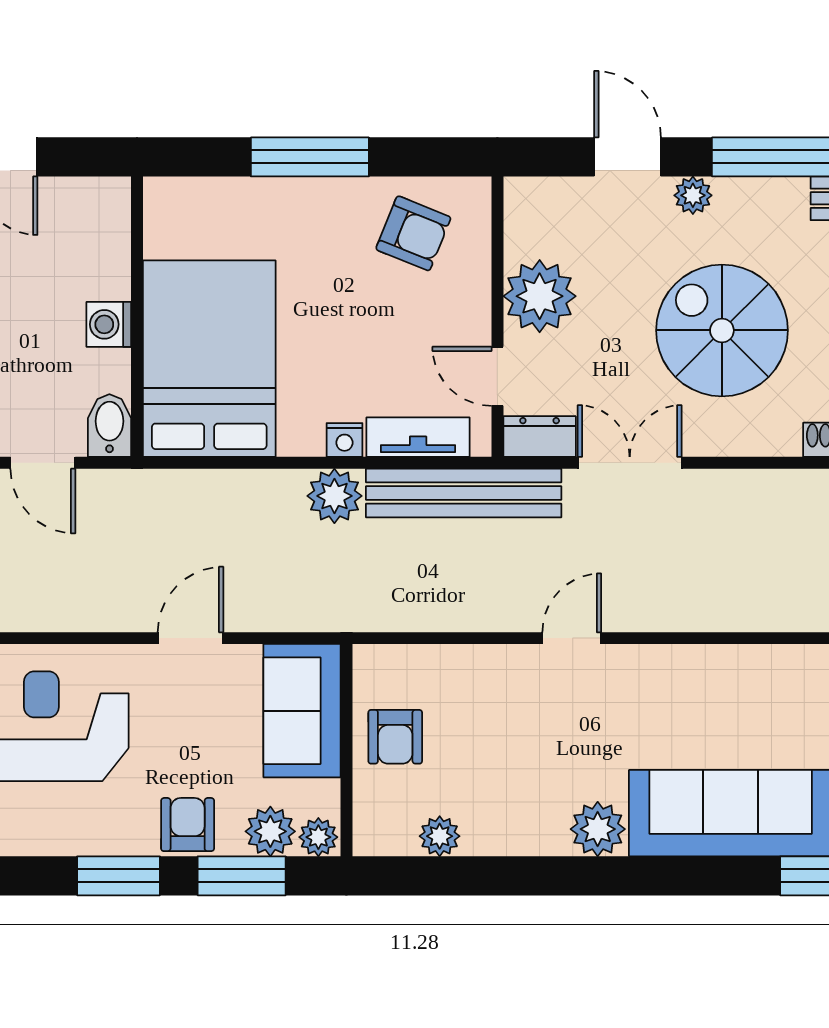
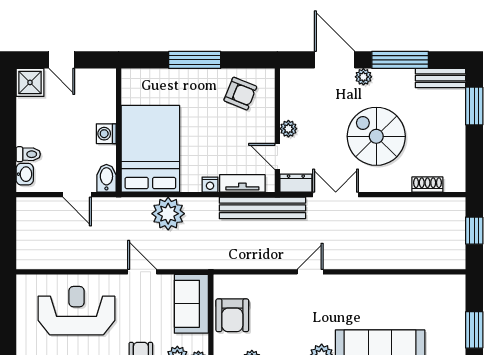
door: (627, 157) -> (335, 60), width x1.38
plant: (540, 296) -> (288, 129), width x0.53, depth x0.53
plant: (334, 496) -> (168, 214), moved, width x1.36, depth x1.36
door: (191, 638) -> (142, 272), hinge flipped
armchair: (395, 737) -> (232, 315), width x1.38, depth x1.38

